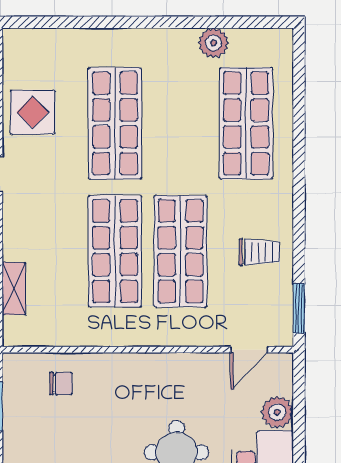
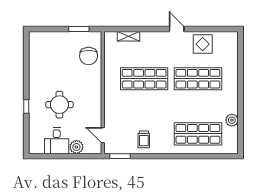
shop shelf: (181, 251) -> (144, 106), removed
chair: (61, 383) -> (89, 56), width x1.87, depth x1.87

